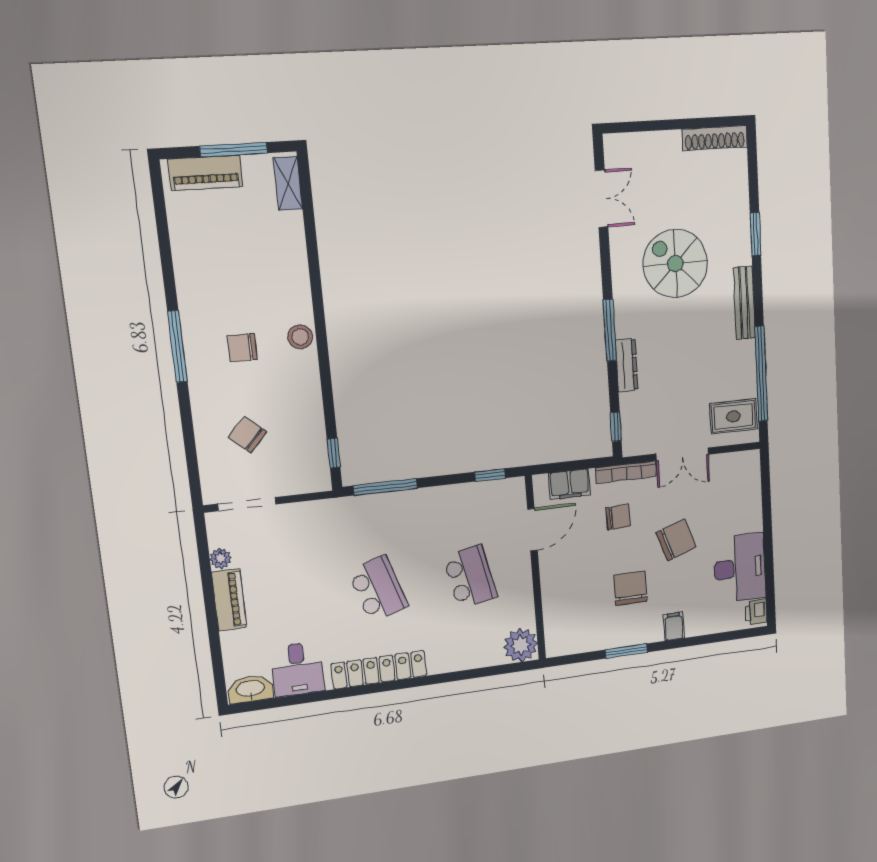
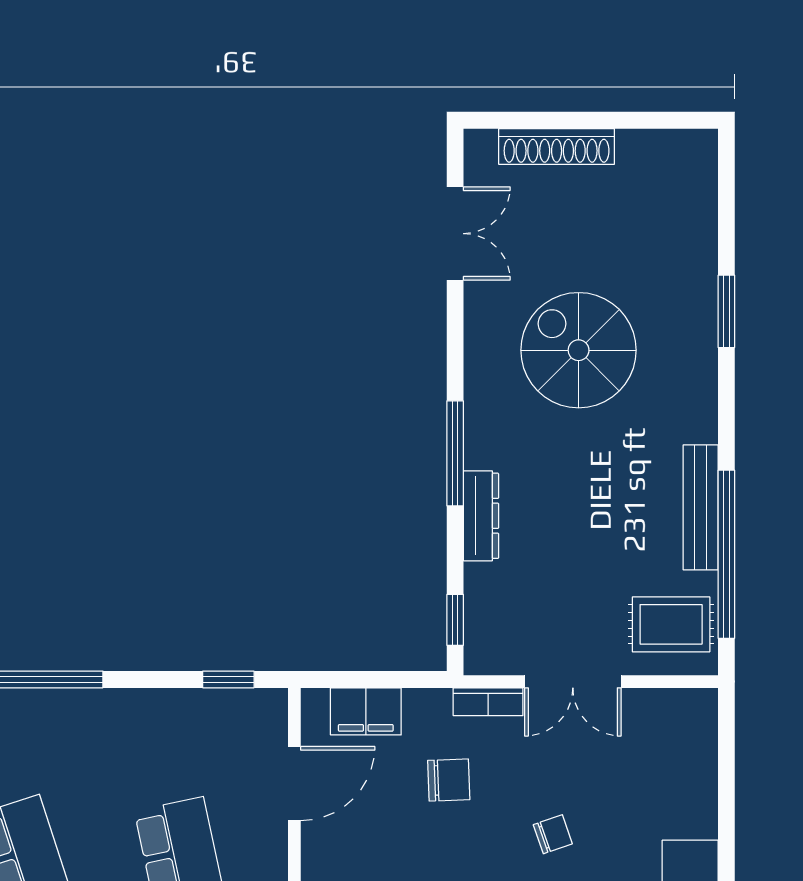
shoe rack: (715, 138) -> (557, 146), moved
bench: (744, 303) -> (701, 507), moved
bookcase: (626, 472) -> (488, 702), width x0.64
chair: (676, 540) -> (553, 834), width x0.54, depth x0.54

